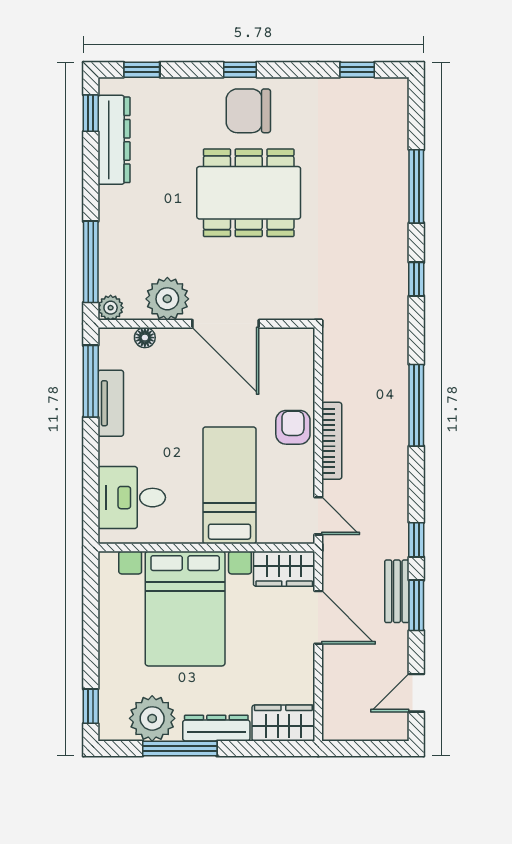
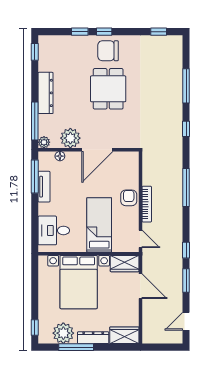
window: (142, 70) -> (80, 32), moved
dresser: (114, 140) -> (46, 93), moved
dining table: (249, 193) -> (108, 89), width x0.73
door: (226, 324) -> (97, 150), hinge flipped
bench: (397, 591) -> (177, 274), removed

